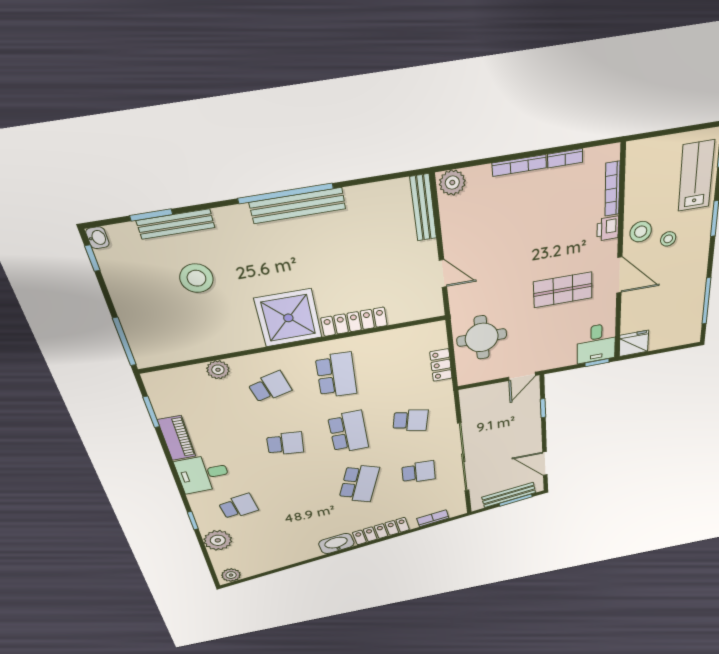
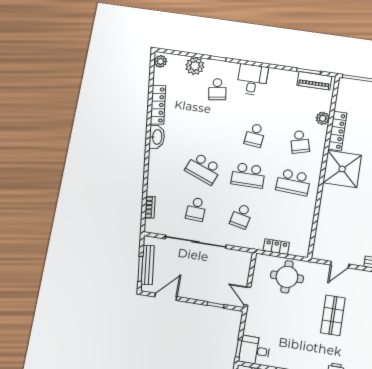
shop shelf: (563, 290) -> (333, 315), moved
locker: (354, 322) -> (337, 131), moved
piano: (177, 438) -> (314, 81), moved
locker: (381, 531) -> (158, 105), moved

